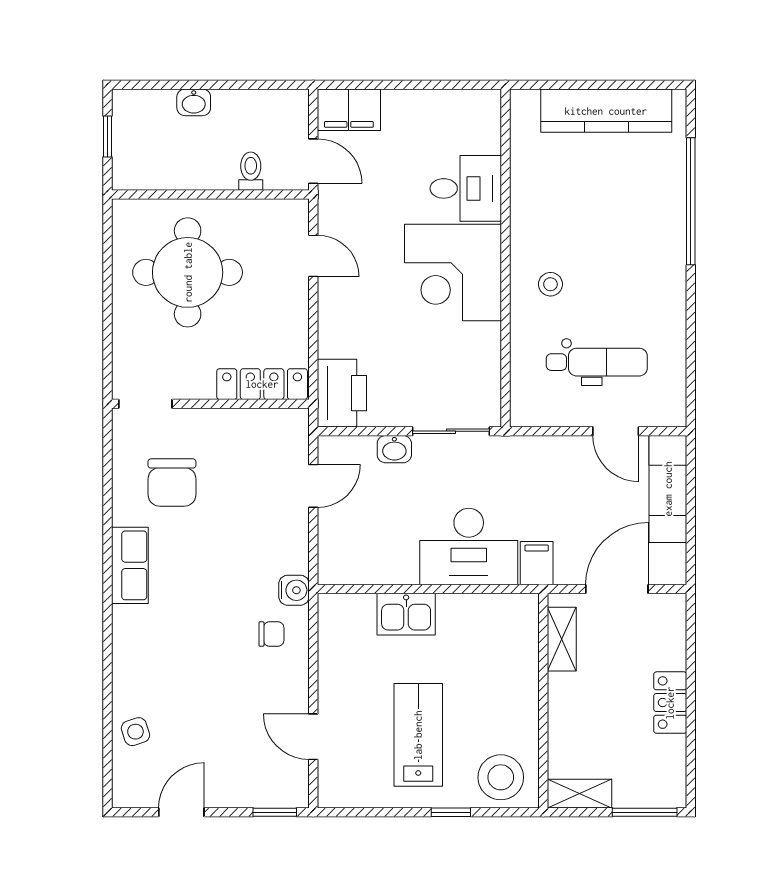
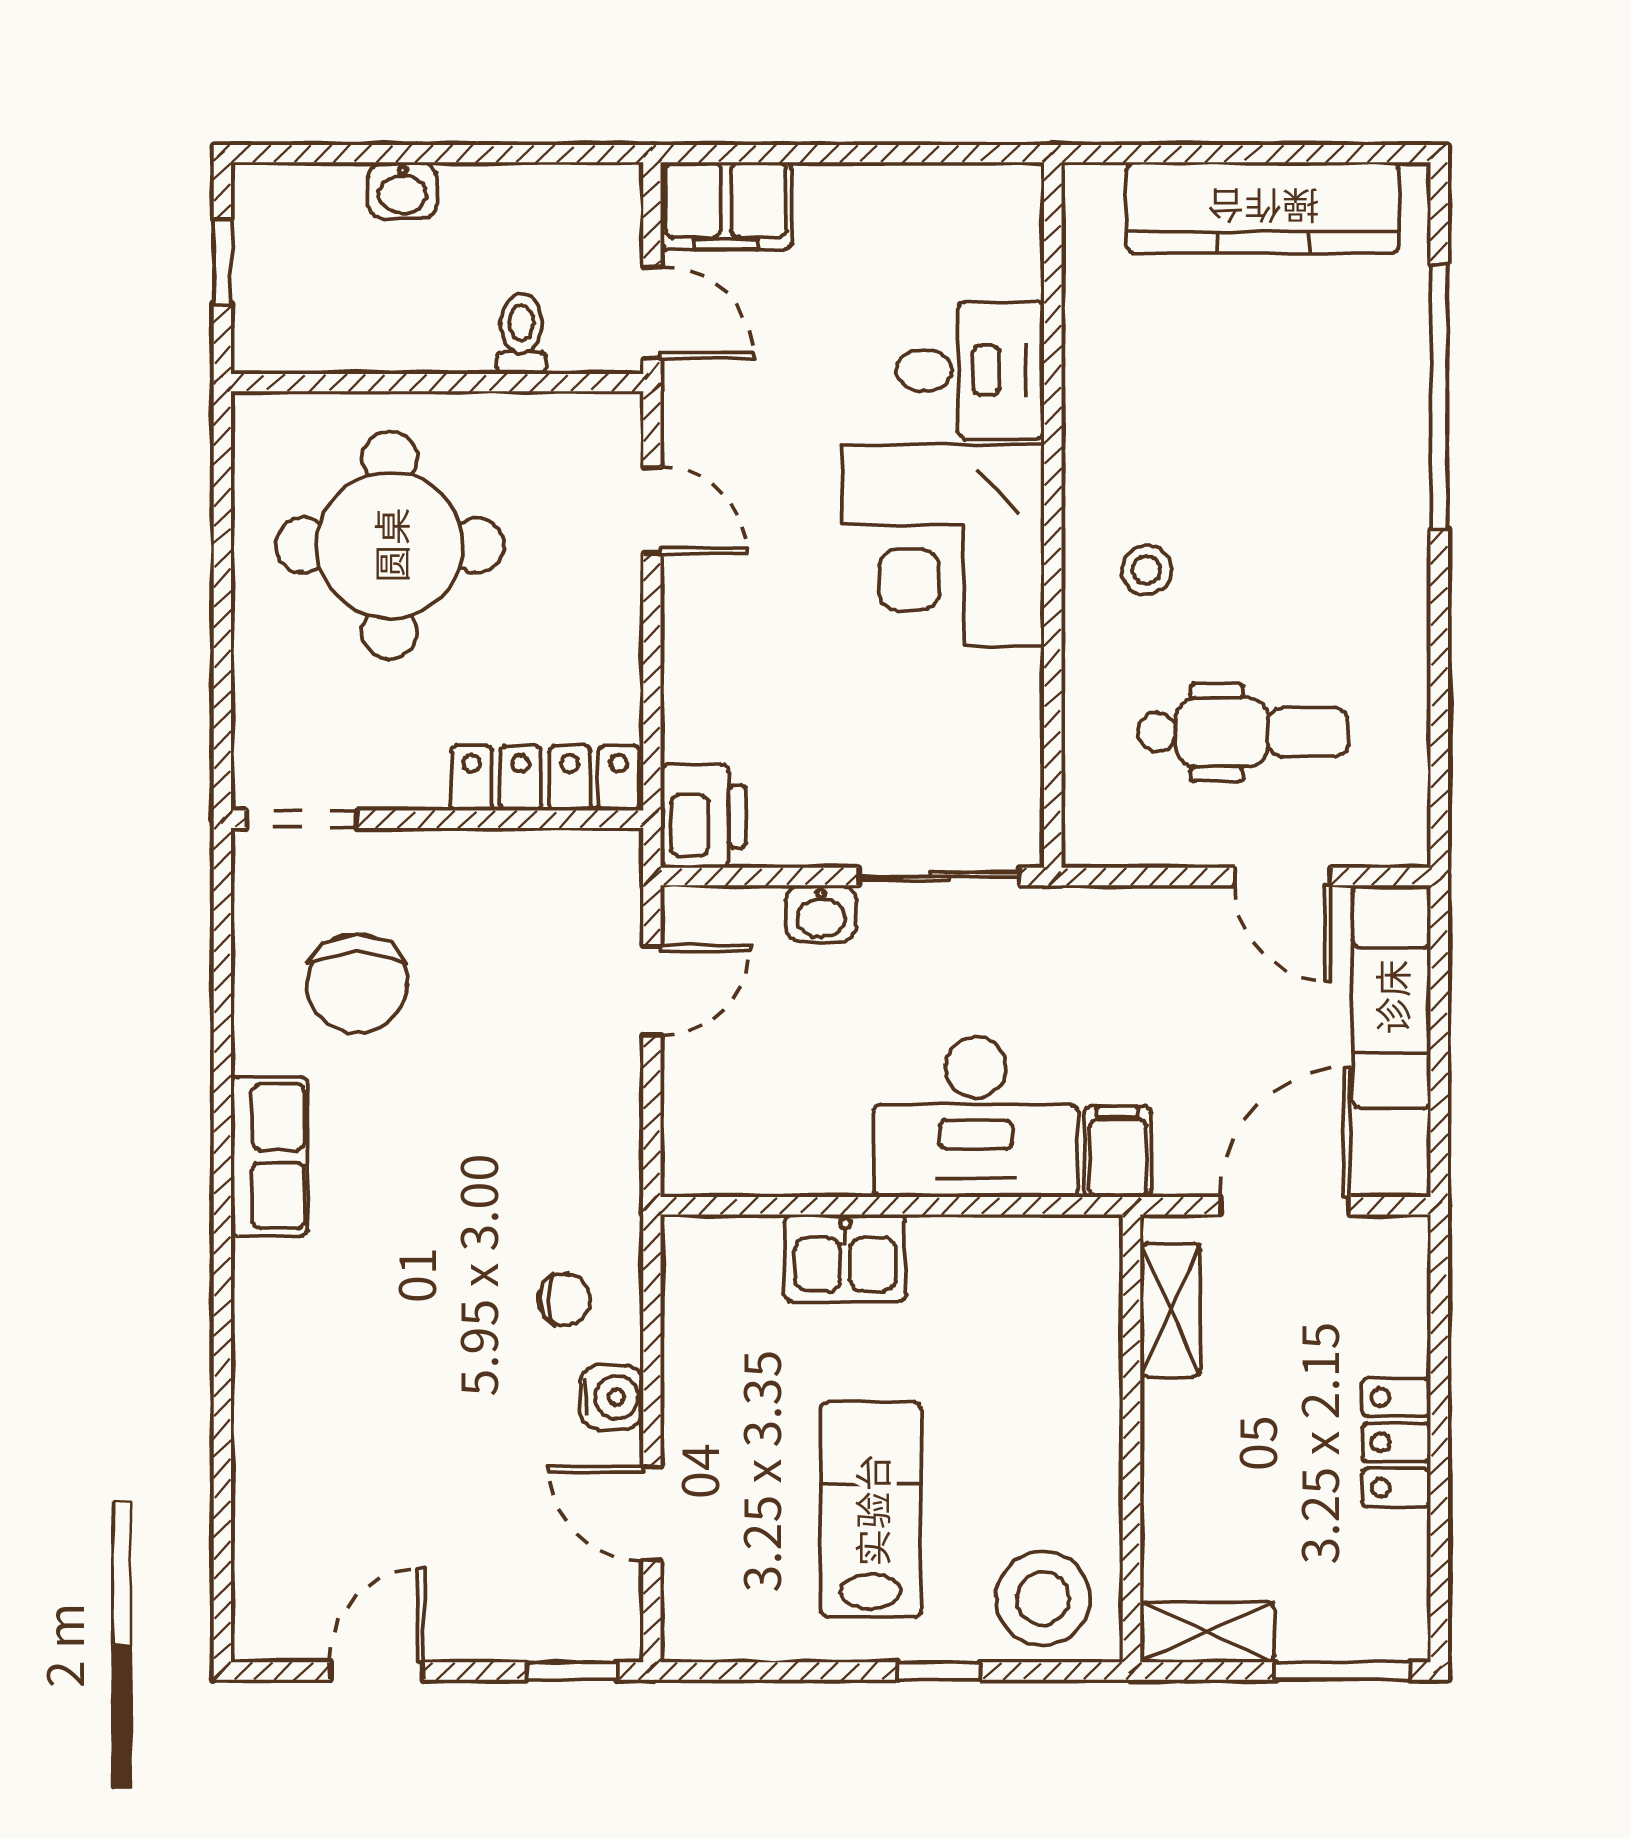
printer: (342, 393) -> (703, 816), width x0.73, depth x0.84
water cooler: (294, 590) -> (612, 1397), moved
side table: (135, 732) -> (281, 1503), removed

